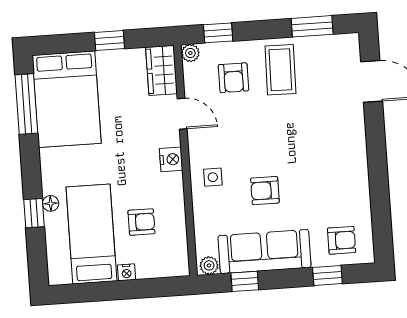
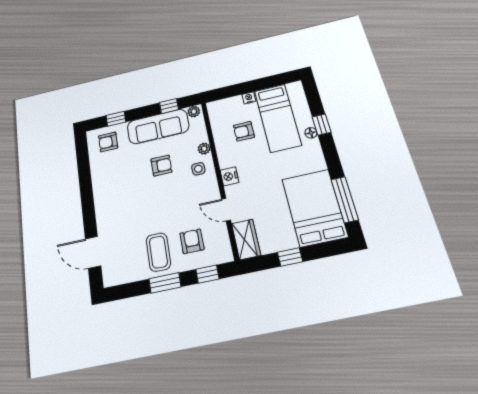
window: (312, 26) -> (165, 283), moved
plant: (190, 53) -> (204, 149), moved

